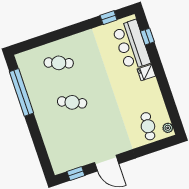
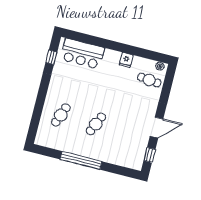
window: (147, 37) -> (84, 38), removed
fridge: (146, 73) -> (126, 60), moved
window: (22, 92) -> (81, 160), moved

